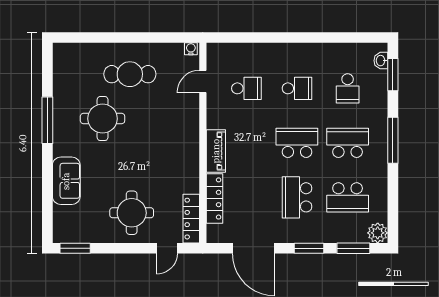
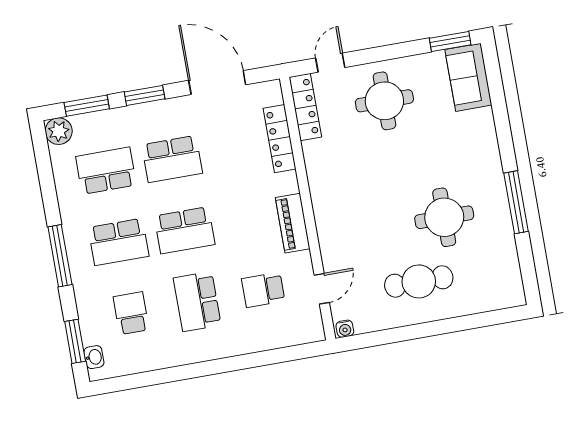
school desk: (297, 88) -> (197, 301), width x1.85
piano: (216, 151) -> (293, 223), moved
sofa: (66, 181) -> (468, 77), moved
school desk: (297, 197) -> (172, 159), turned 90

